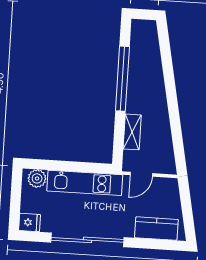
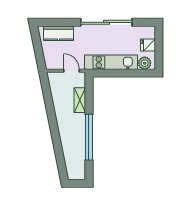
door: (141, 174) -> (72, 71), hinge flipped
fridge: (30, 222) -> (148, 45), moved

